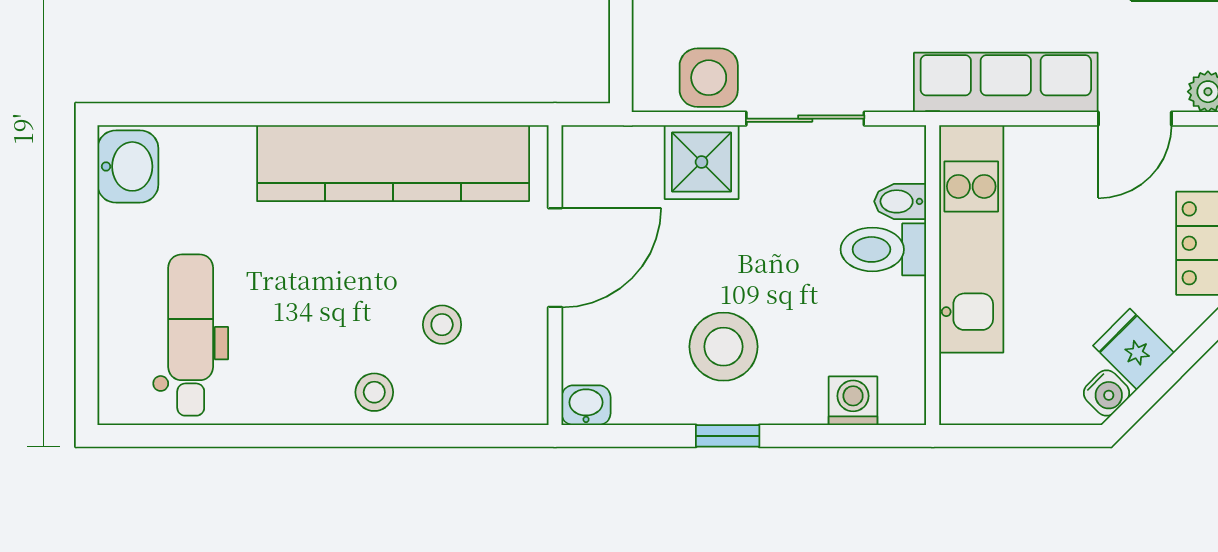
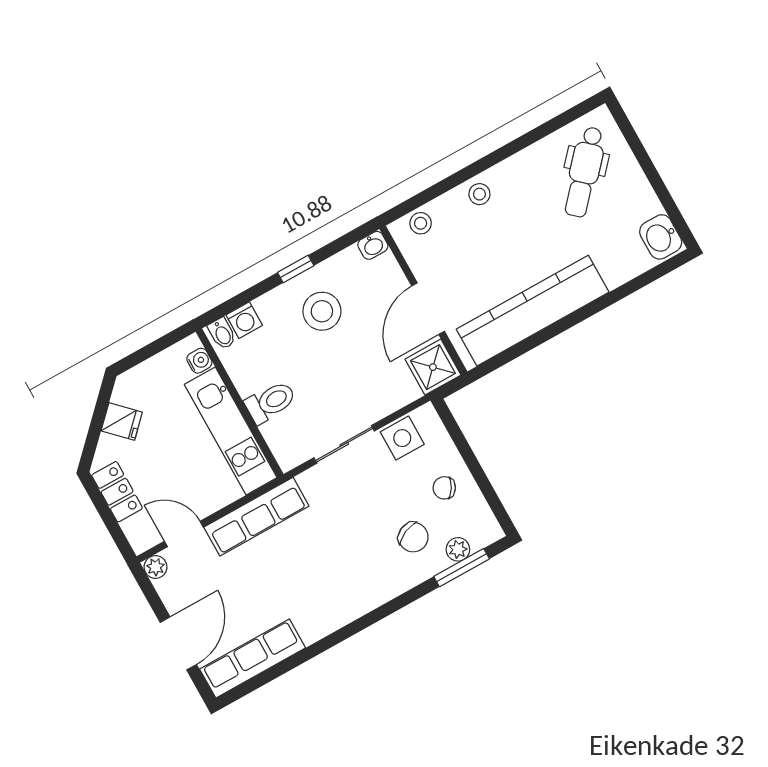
door: (1135, 119) -> (184, 534), hinge flipped
shower: (702, 162) -> (433, 367), moved
bidet: (900, 201) -> (222, 334), moved, turned 90
stool: (442, 325) -> (421, 223), moved
dental chair: (191, 335) -> (584, 172), turned 42
water cooler: (1107, 393) -> (199, 361), moved, turned 135

